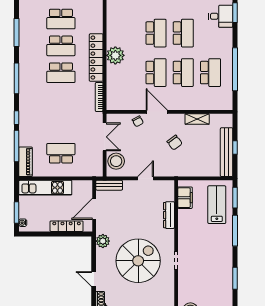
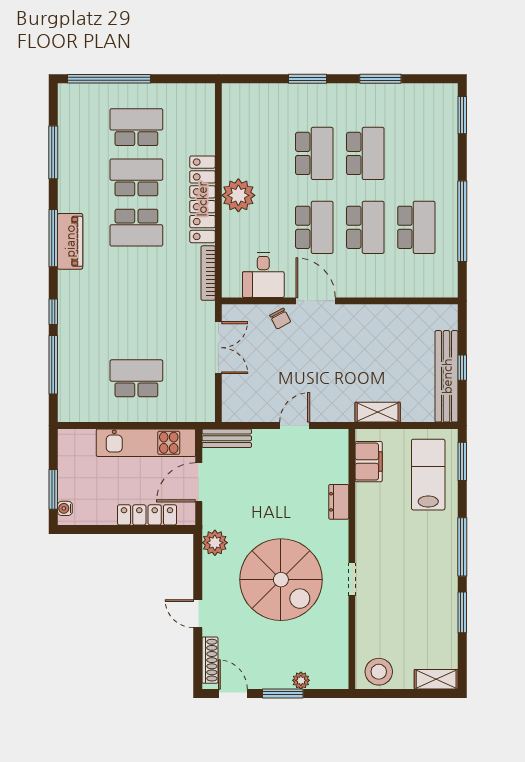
desk: (221, 16) -> (263, 275), moved, turned 90
school desk: (61, 19) -> (136, 127), turned 180
school desk: (61, 46) -> (136, 177), turned 180
shelving: (197, 119) -> (378, 412), moved
chair: (175, 143) -> (349, 358), removed
stool: (116, 161) -> (240, 393), removed
piano: (26, 162) -> (70, 241), moved
kitchen unit: (45, 188) -> (146, 443), moved
dresser: (169, 215) -> (339, 502), width x0.70
window: (235, 231) -> (462, 547), moved
spiral stairs: (138, 261) -> (281, 580), turned 90

